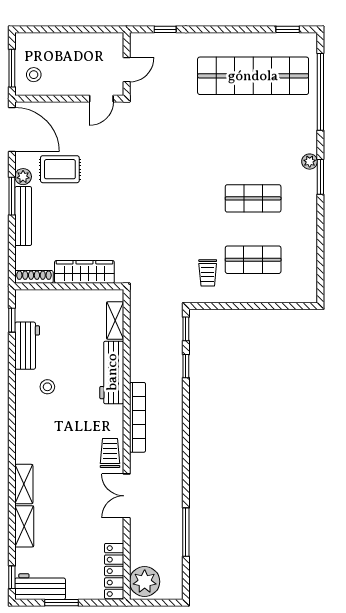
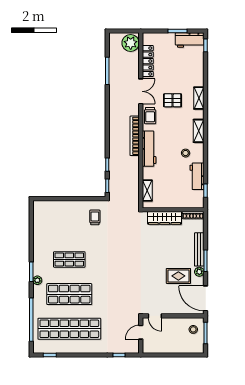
door: (101, 99) -> (155, 316), swing flipped
shop shelf: (253, 260) -> (69, 294), moved, width x1.43, depth x1.36
workbench: (112, 372) -> (149, 149), moved
pallet: (70, 480) -> (173, 100), added
shelving: (24, 526) -> (199, 131), moved
locker: (114, 571) -> (148, 61), moved

